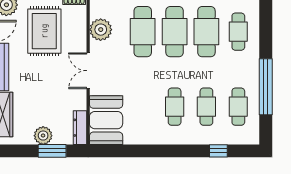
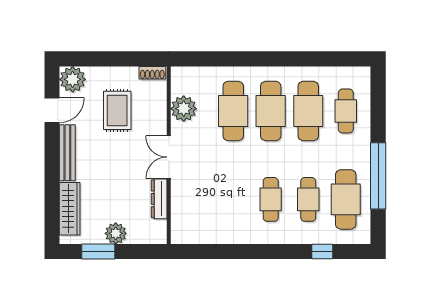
rug: (44, 31) -> (117, 110), width x0.73, depth x0.70
cafe table: (238, 107) -> (346, 199), width x1.37, depth x1.35
booth: (106, 120) -> (190, 215), removed
dresser: (80, 128) -> (159, 199), moved
window: (52, 151) -> (98, 252), moved

